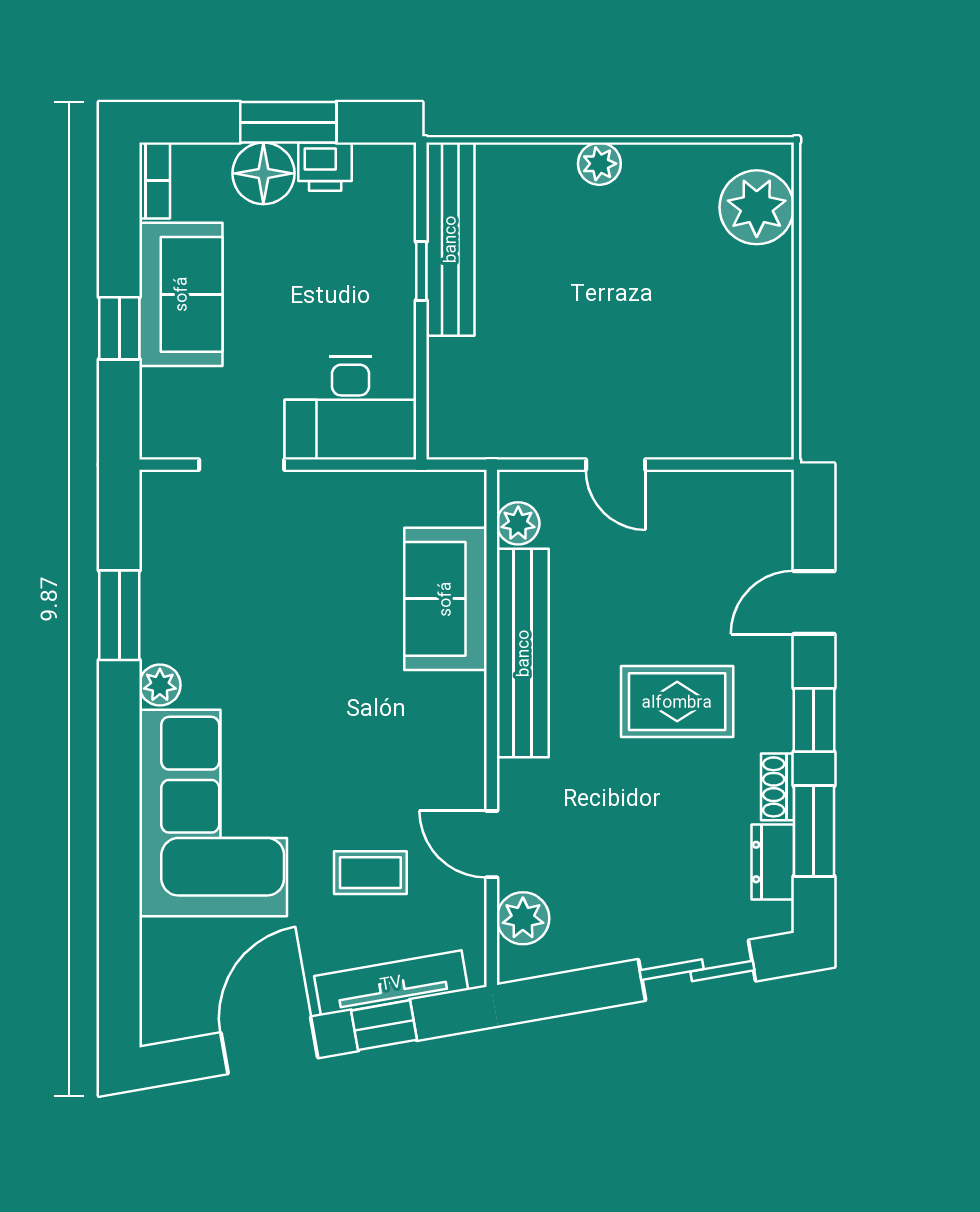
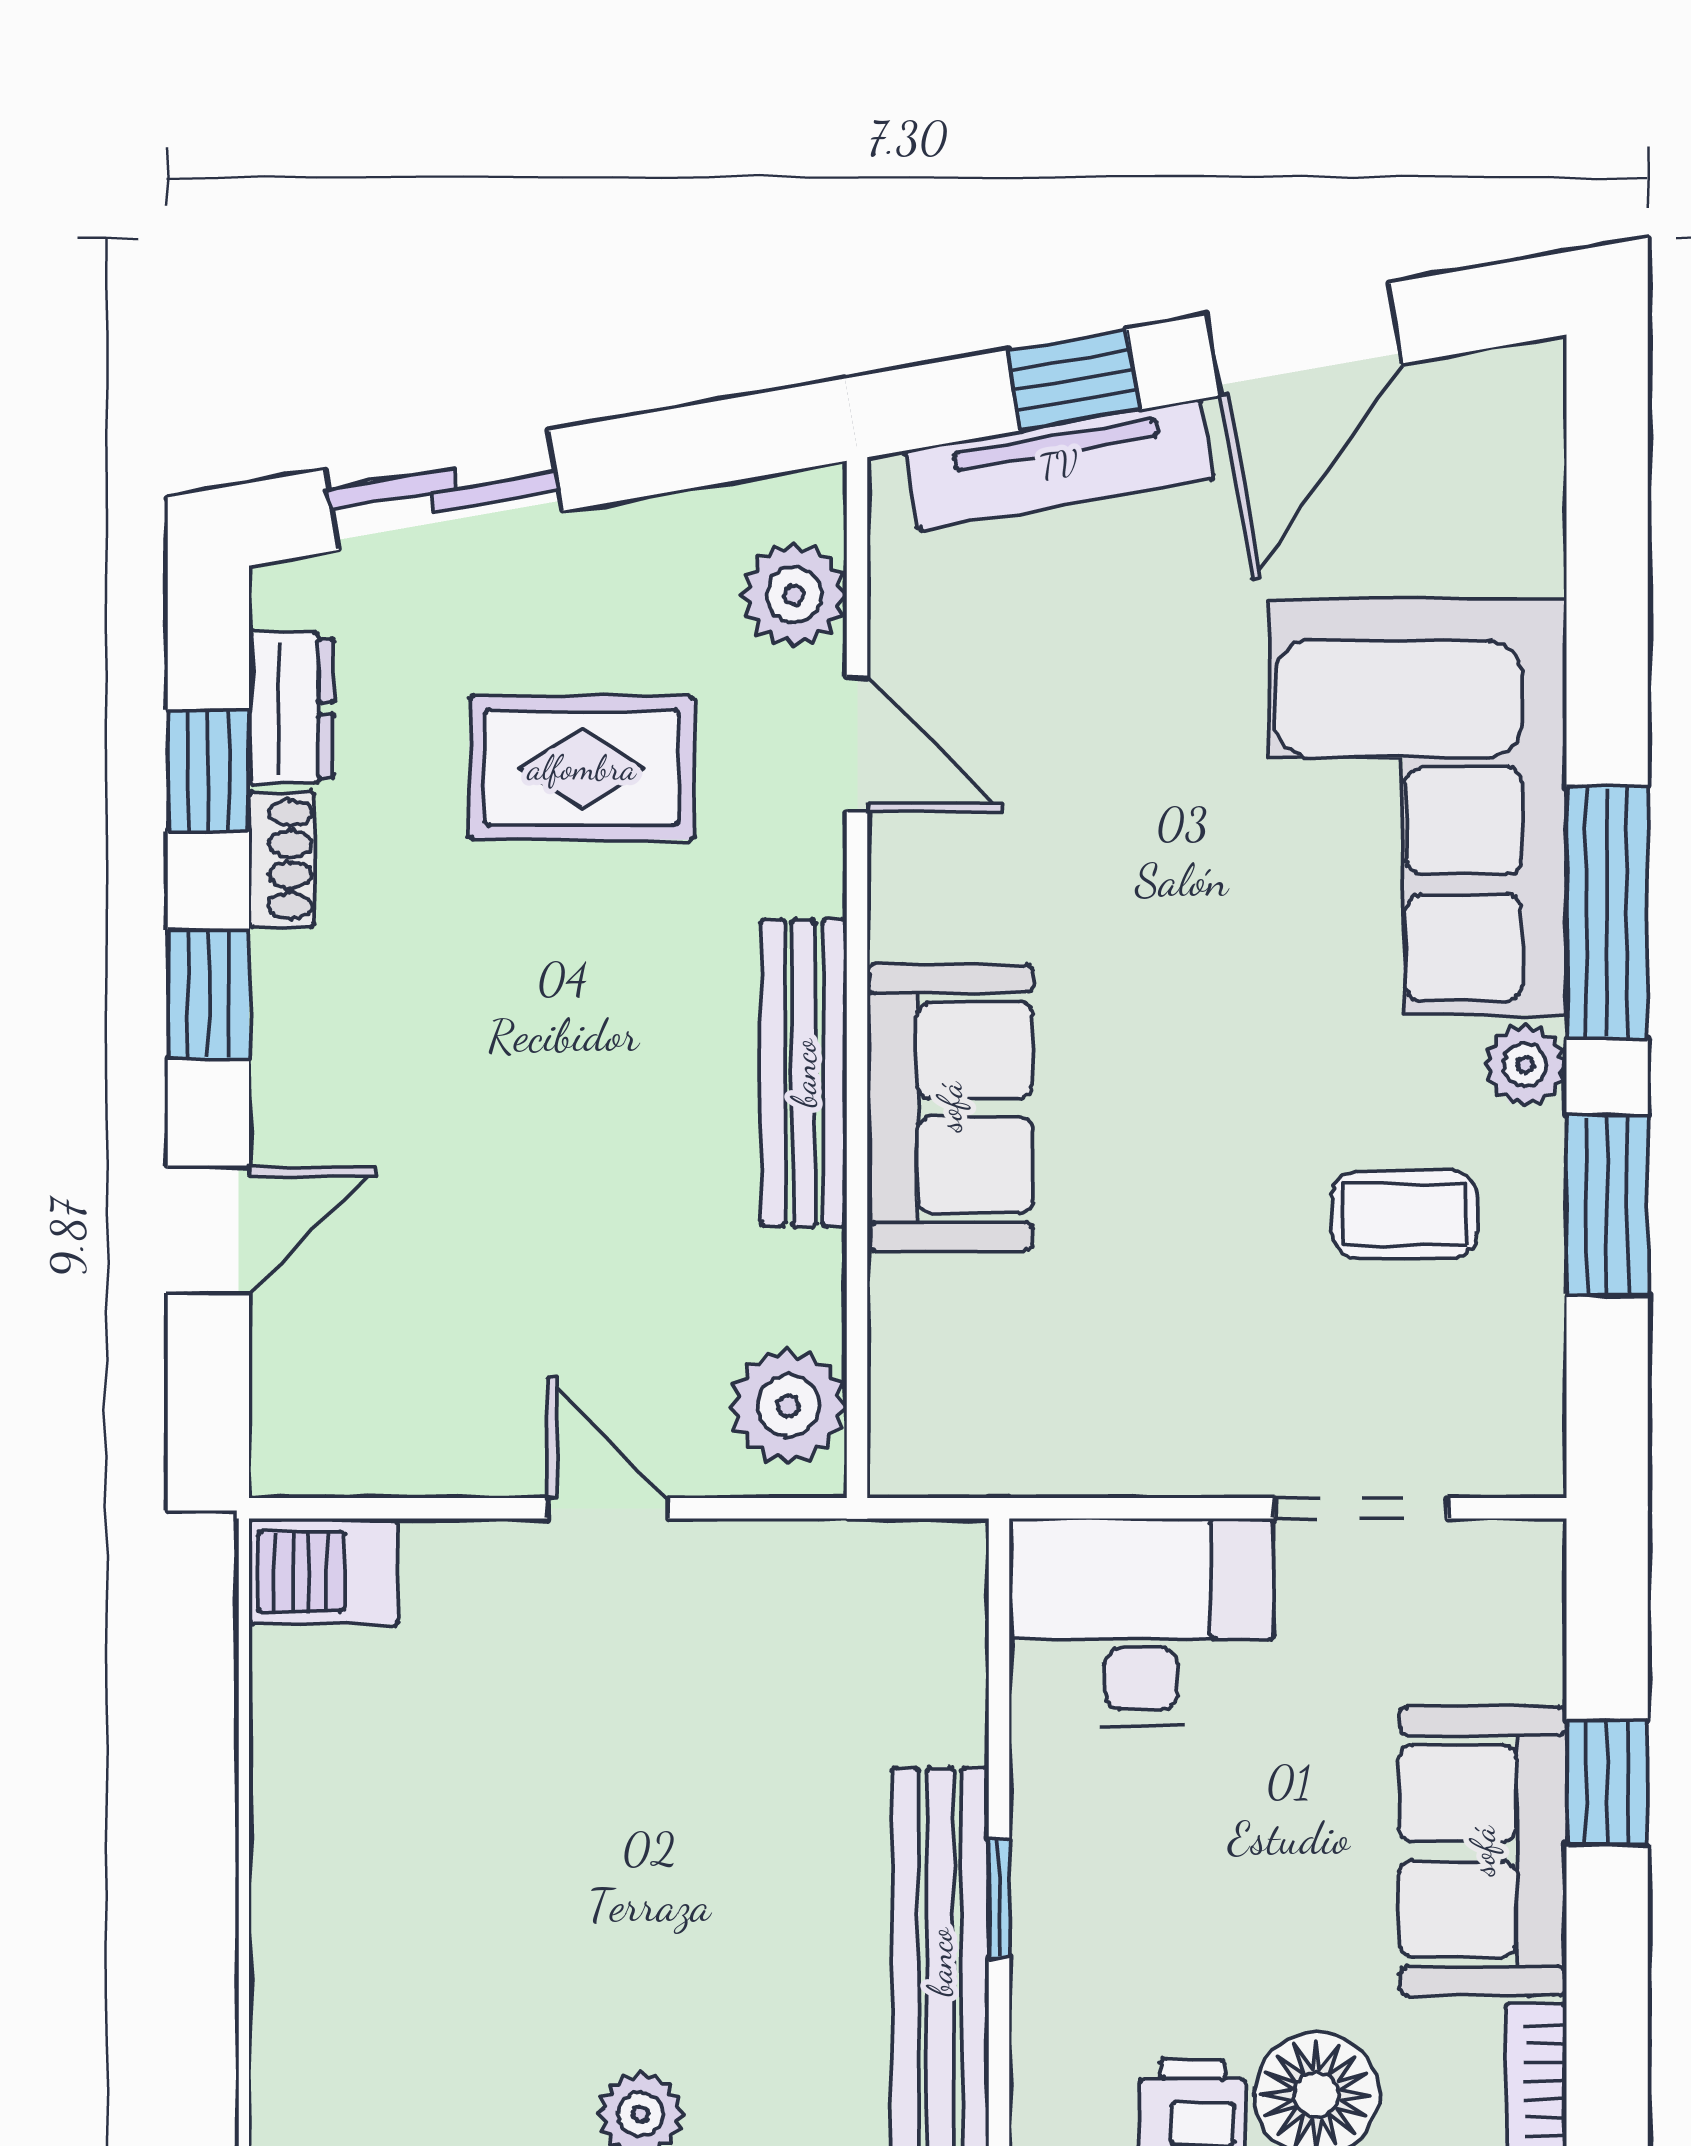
plant: (757, 207) -> (324, 2026), removed
barbecue: (757, 433) -> (323, 1571), added
plant: (518, 523) -> (788, 1406), width x1.38, depth x1.38
sofa: (445, 599) -> (950, 1107), moved
bench: (523, 653) -> (804, 1073), width x0.73, depth x0.82
rug: (677, 702) -> (582, 768), moved
window: (119, 761) -> (1607, 913), added
window: (814, 831) -> (208, 771), width x0.67
coffee table: (370, 873) -> (1404, 1215), moved

